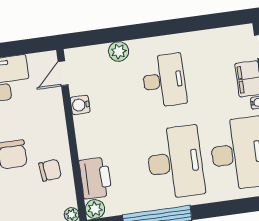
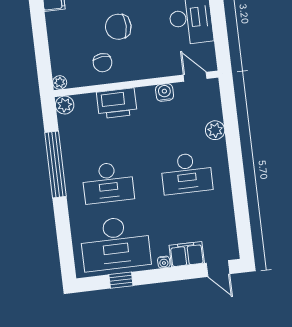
desk: (175, 162) -> (108, 183), width x0.73, depth x0.77
printer: (95, 178) -> (117, 103), moved

